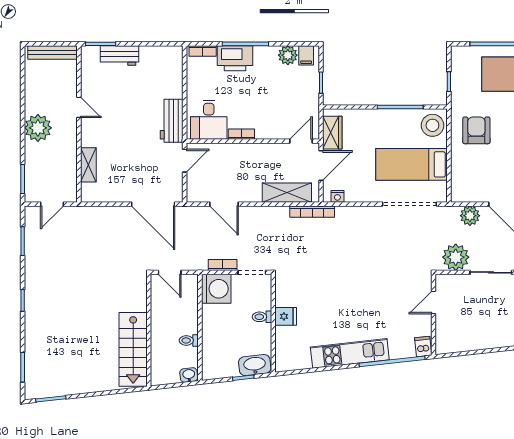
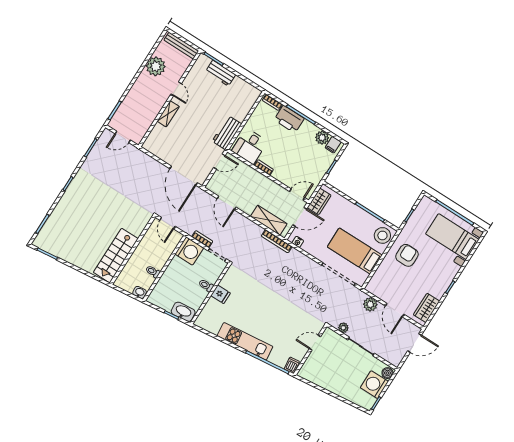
plant: (38, 128) -> (156, 66), moved
shelving: (88, 165) -> (168, 114), moved
plant: (456, 257) -> (343, 328), width x0.53, depth x0.53

